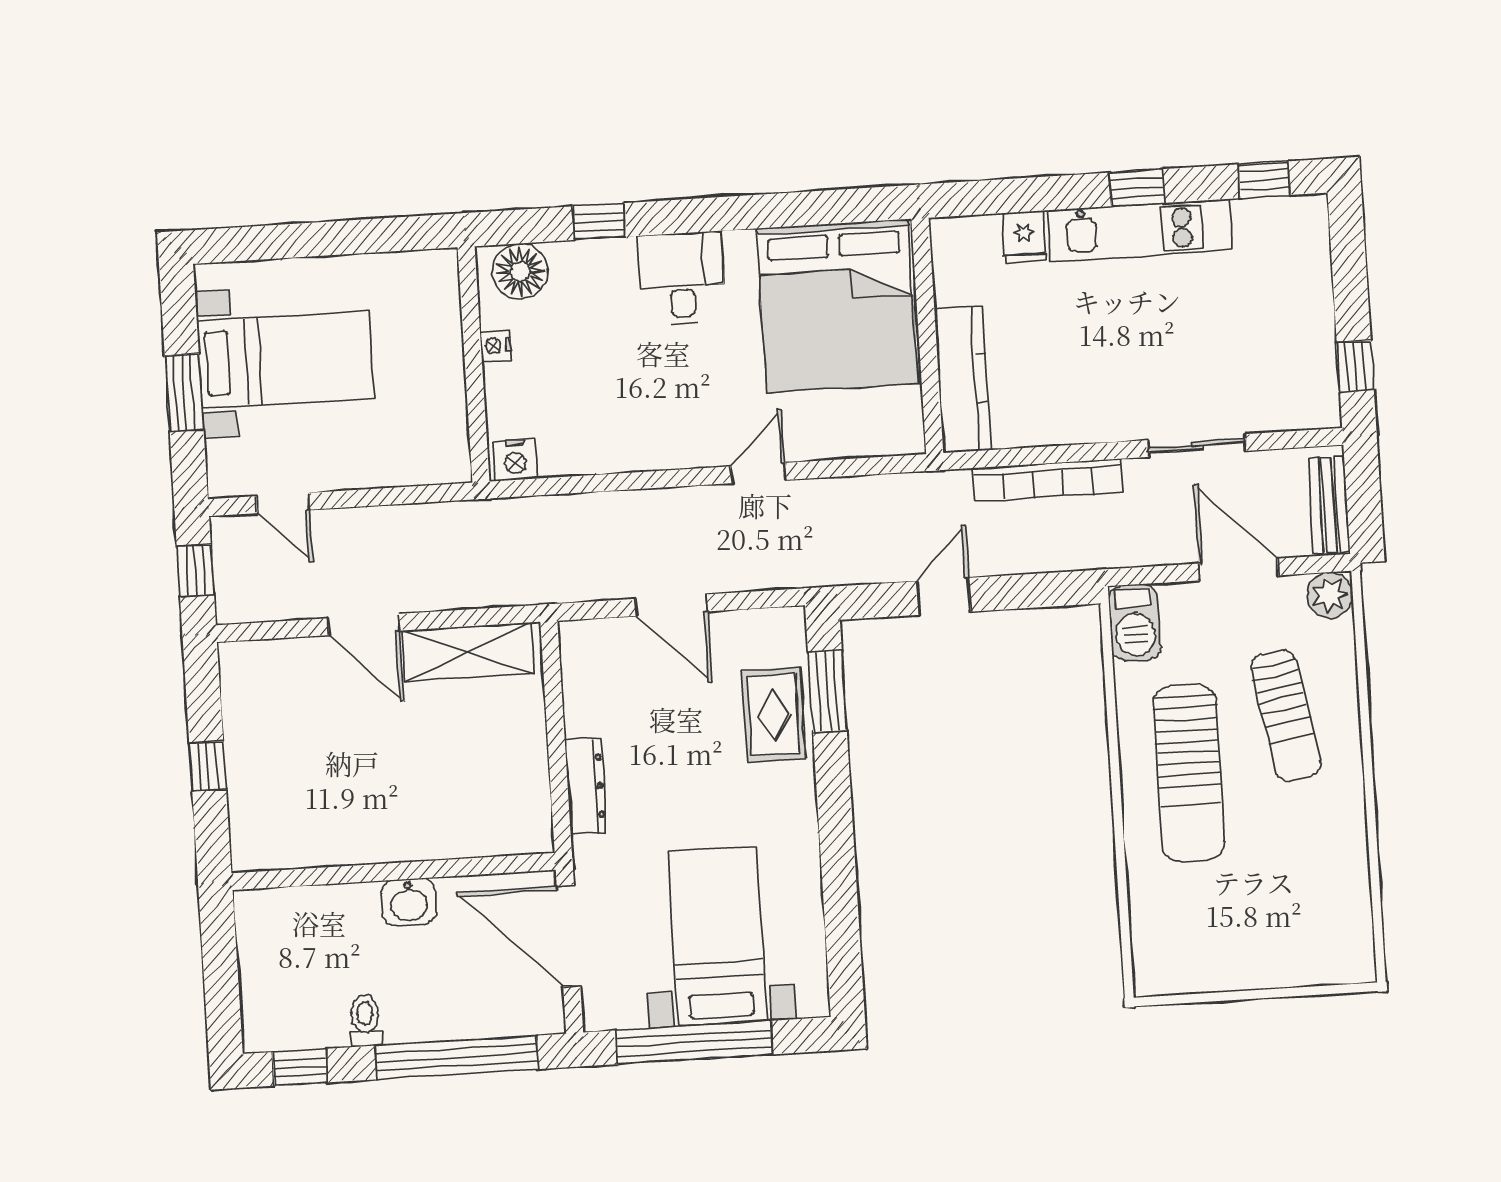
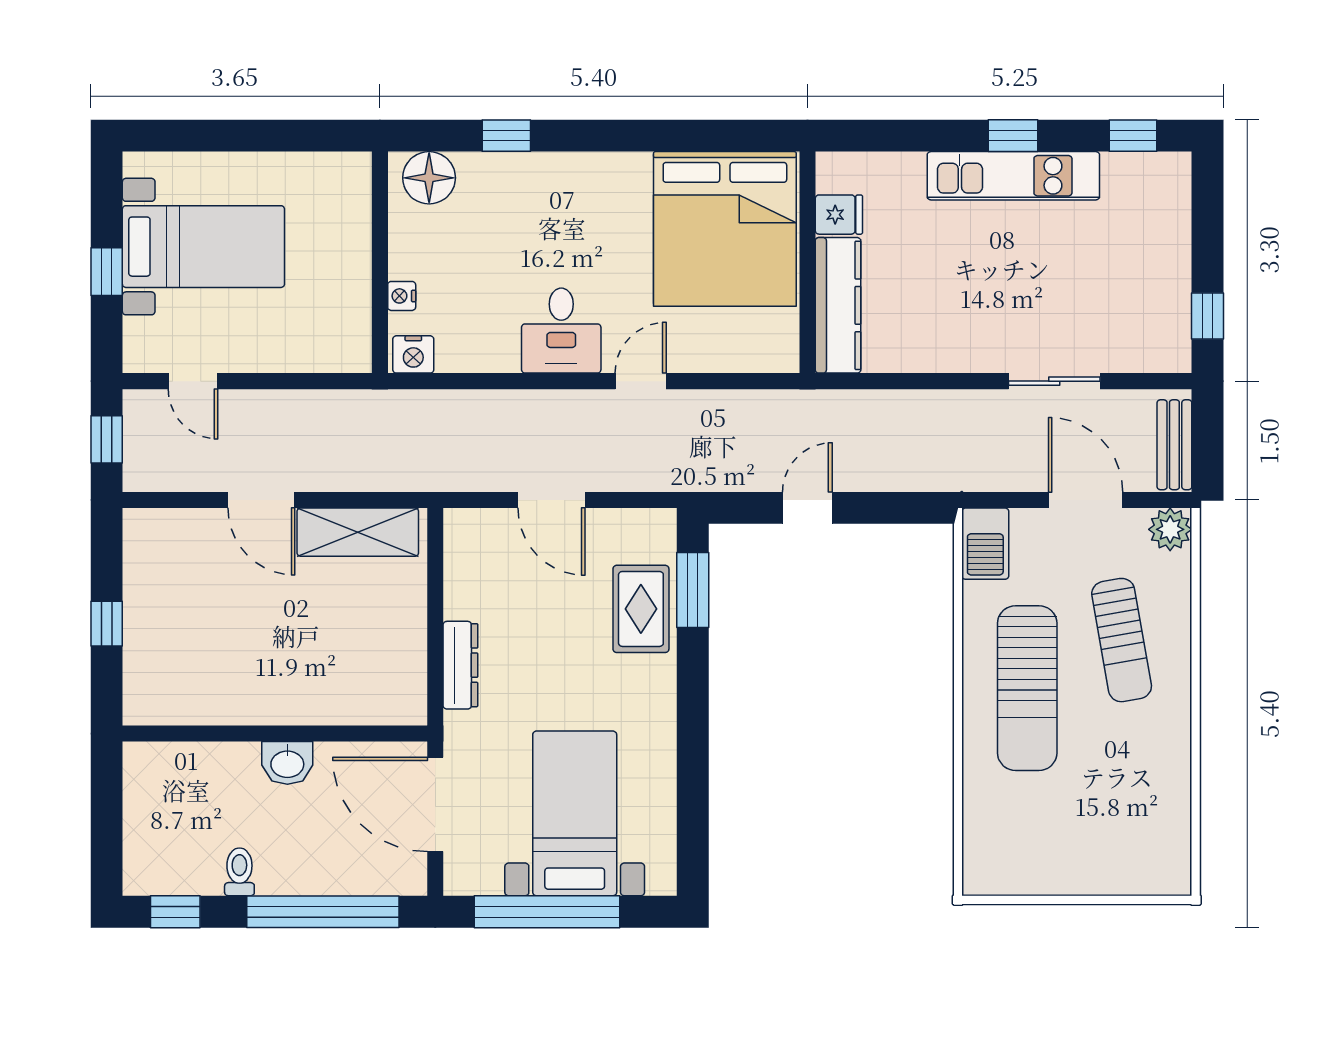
fridge: (1024, 237) -> (839, 215), moved, turned -90
desk: (682, 279) -> (561, 331), moved, turned 180
nightstand: (496, 346) -> (402, 296), moved
window: (184, 392) -> (107, 272), width x0.67
bookcase: (1048, 480) -> (912, 405), removed

